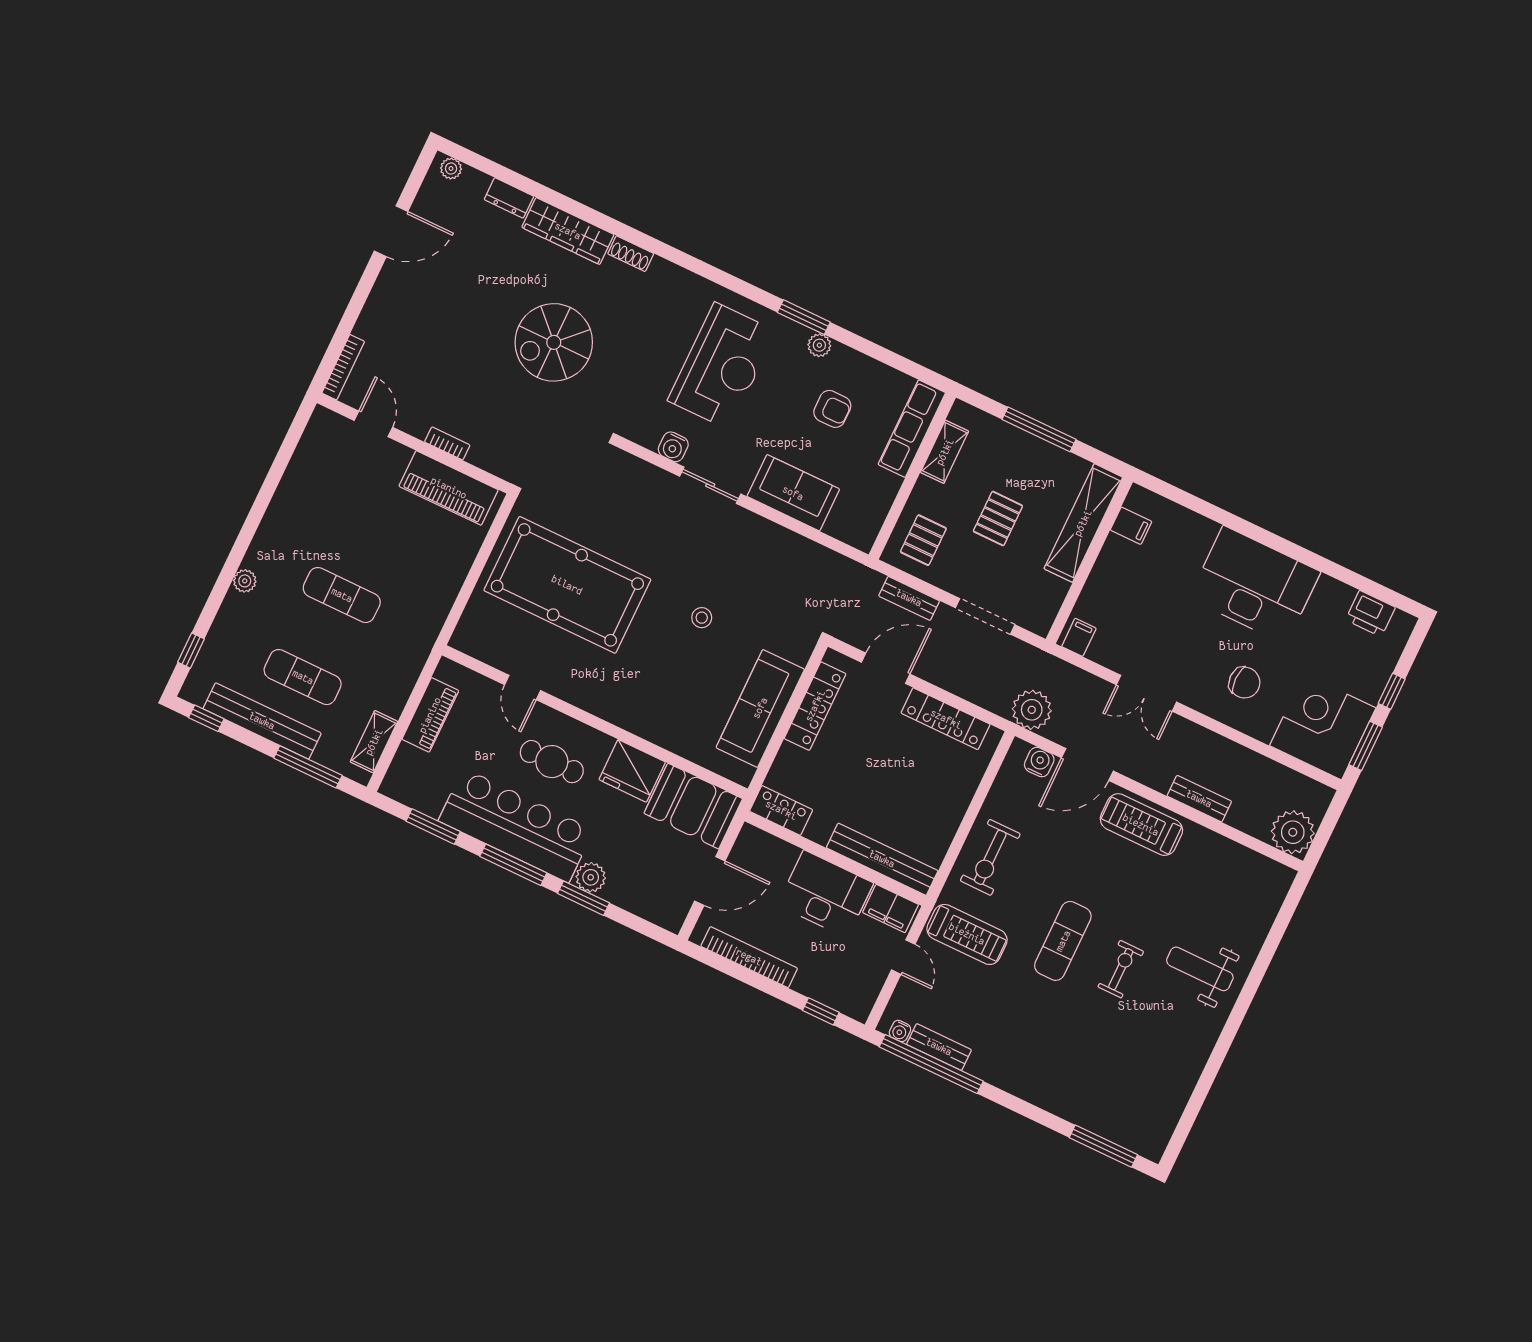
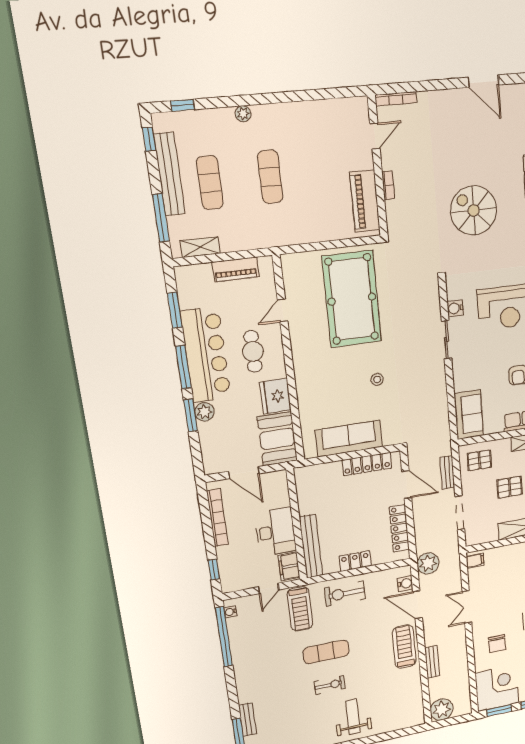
sofa: (793, 493) -> (469, 415), moved
locker: (781, 810) -> (355, 561), moved, turned -90
bench: (939, 1047) -> (248, 720), moved

